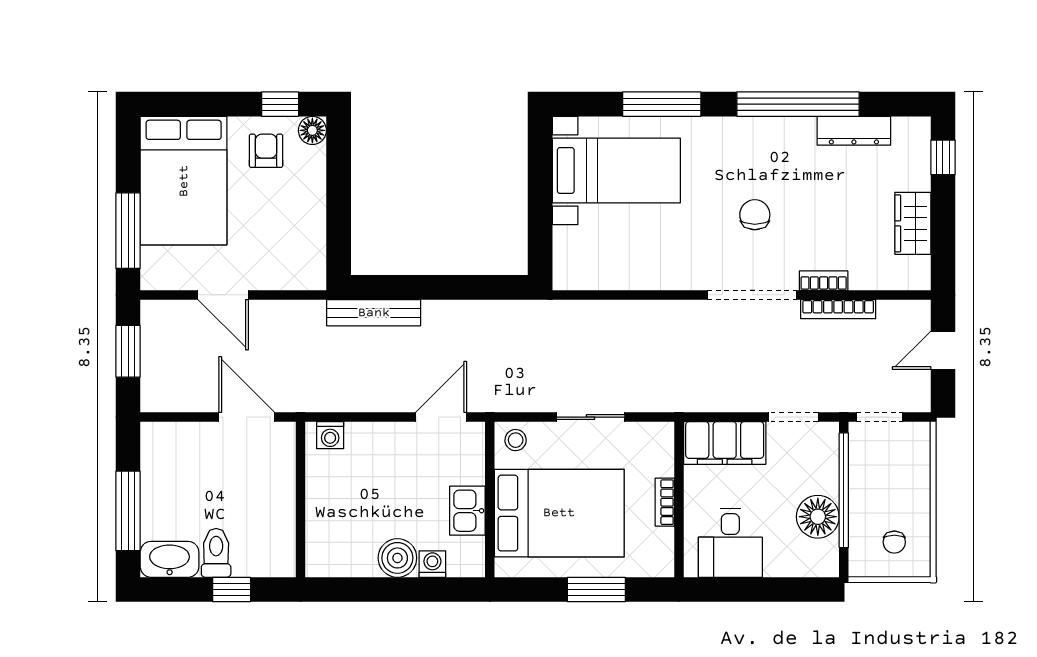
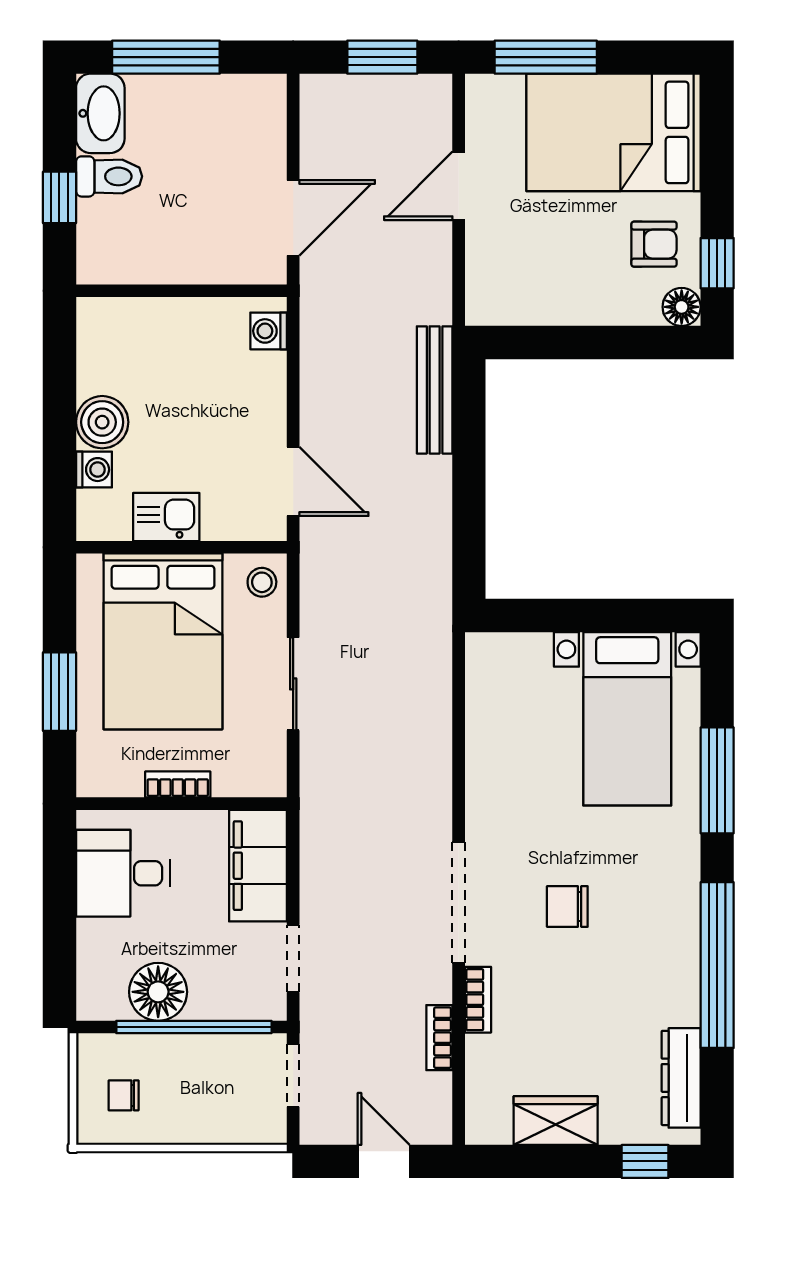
dresser: (854, 131) -> (681, 1078), moved
chair: (755, 215) -> (567, 906), turned 180
bookcase: (838, 309) -> (439, 1038), width x0.64

